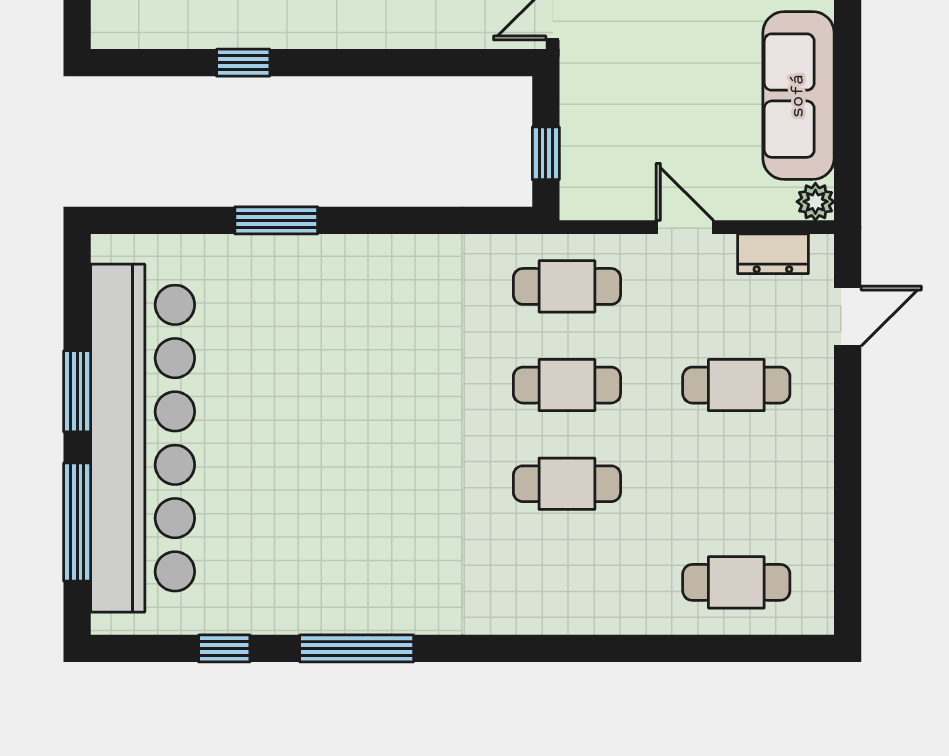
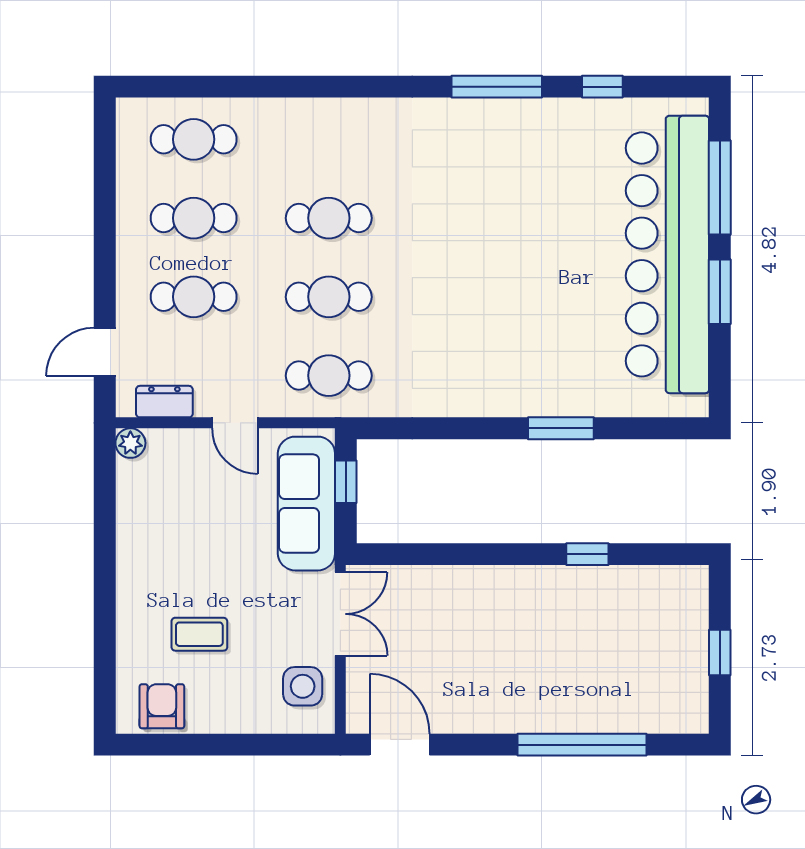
sofa: (798, 96) -> (306, 504), moved, turned 180
cafe table: (736, 484) -> (194, 218), added

